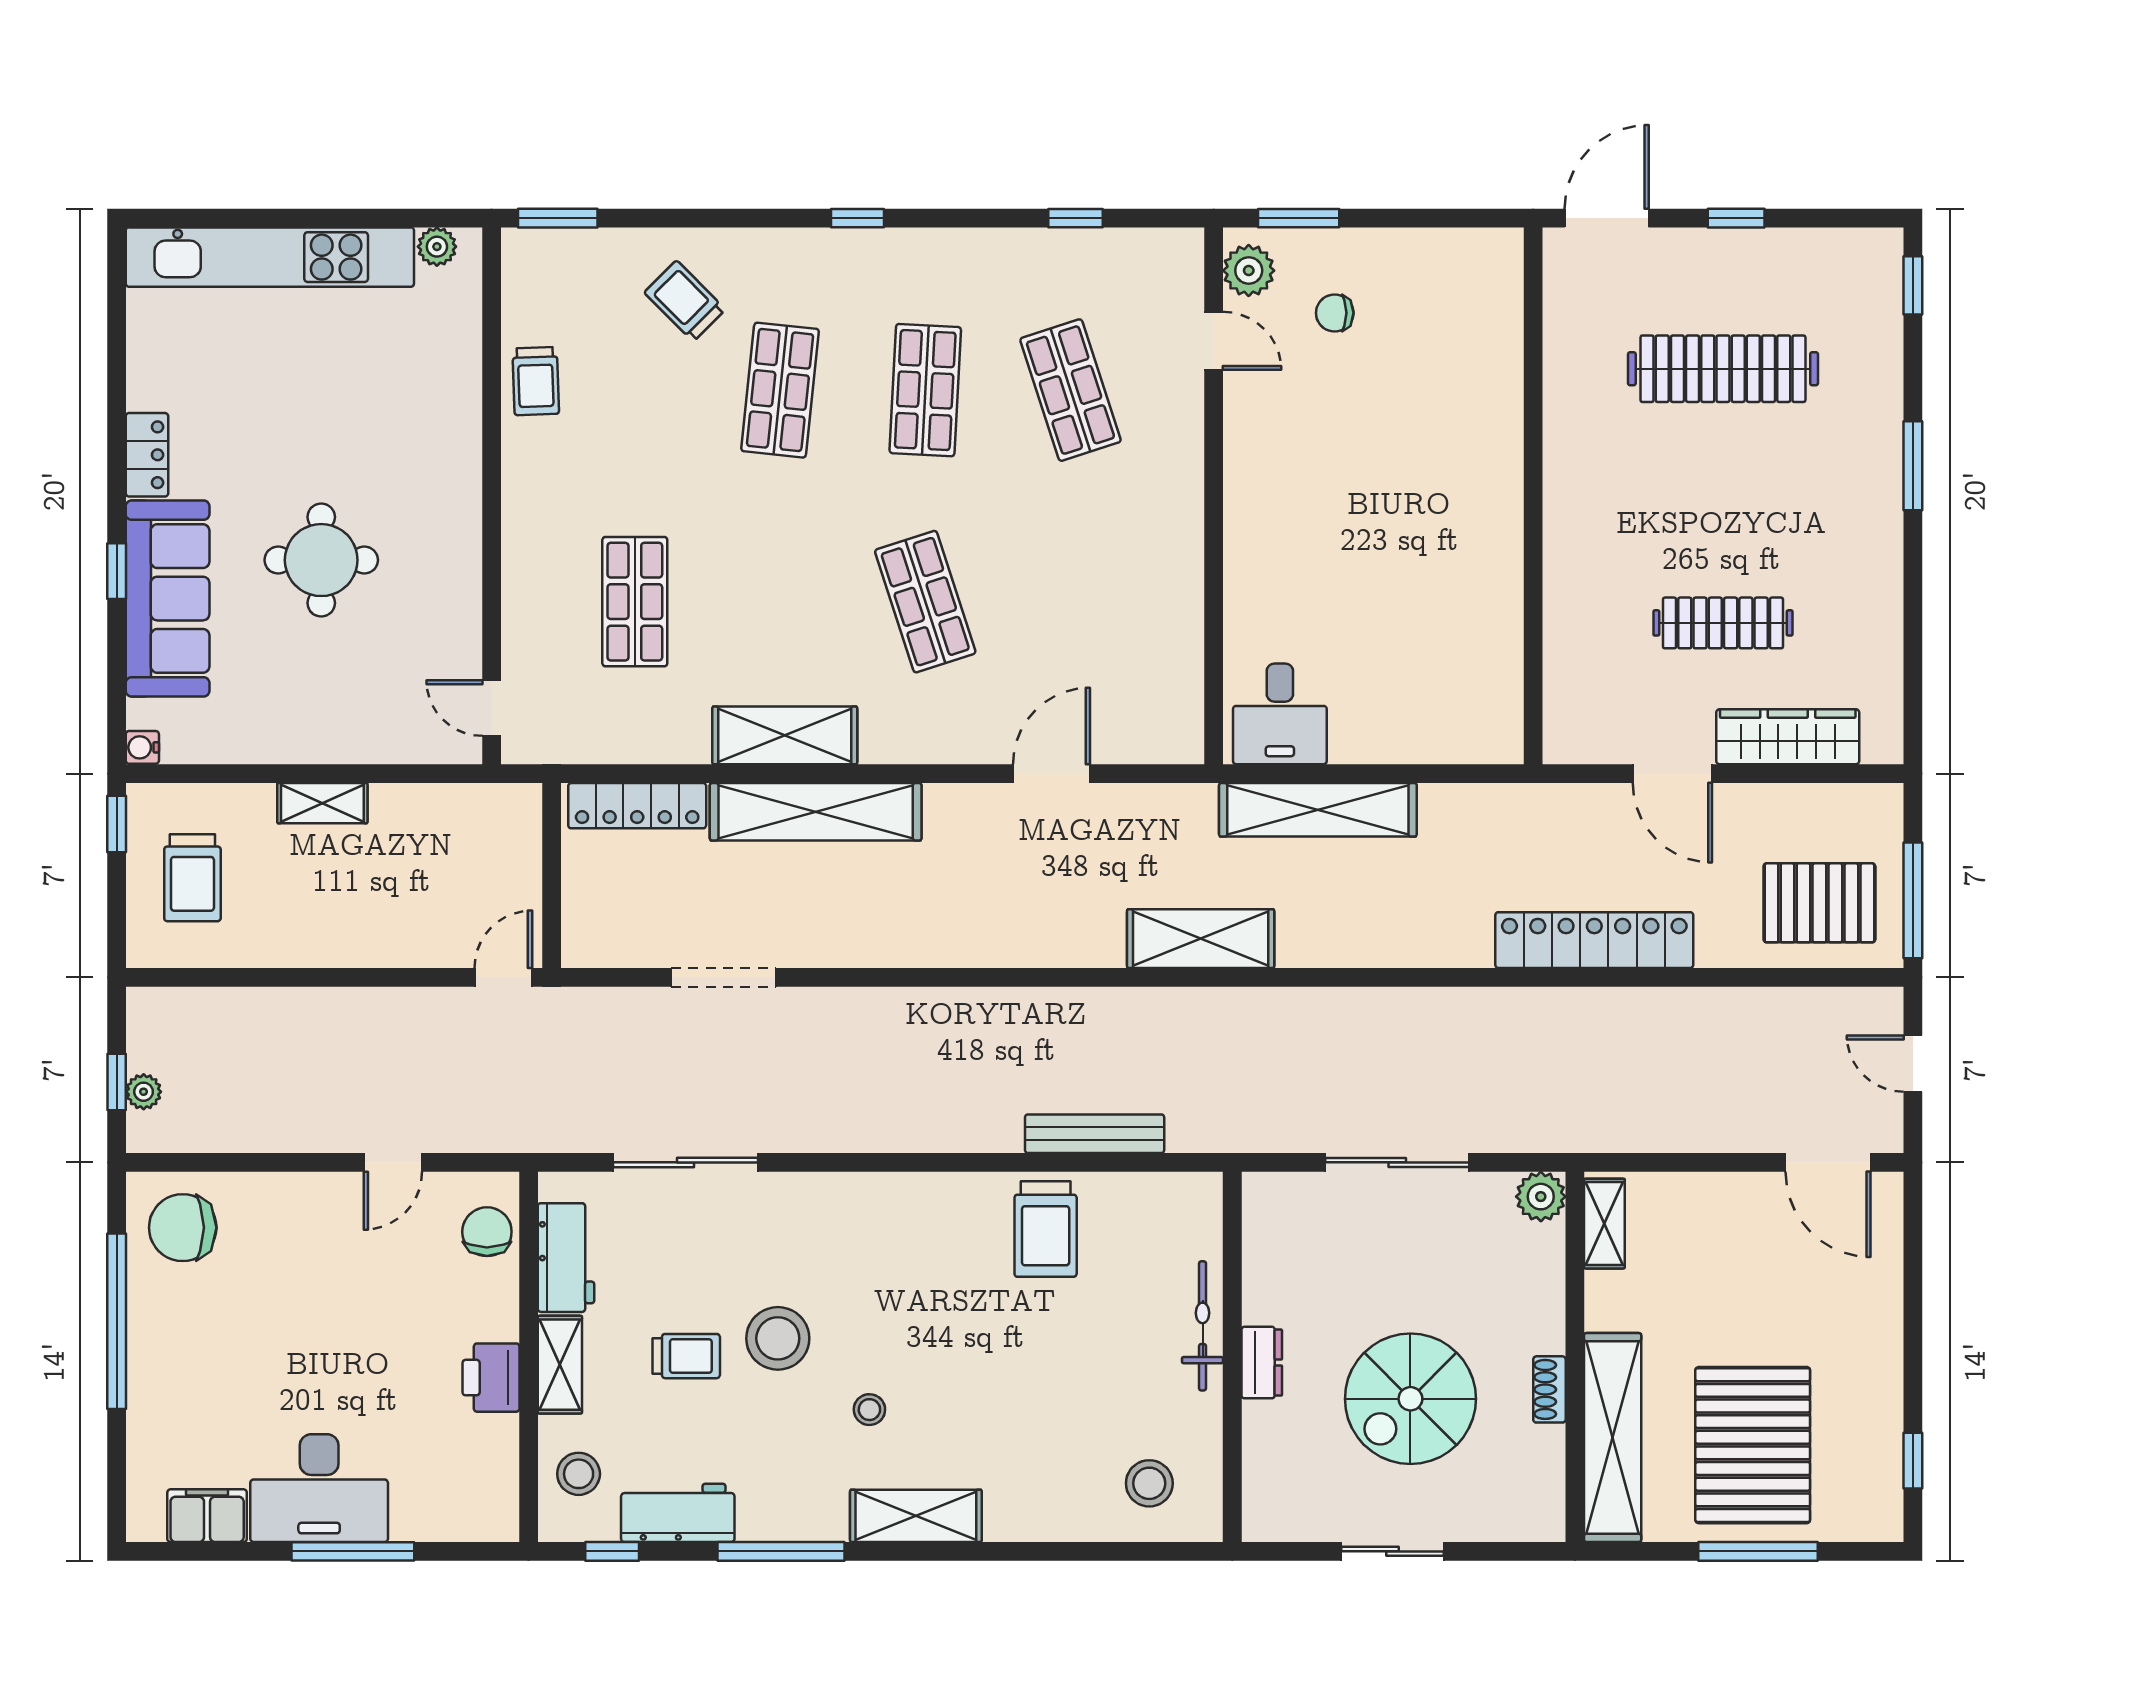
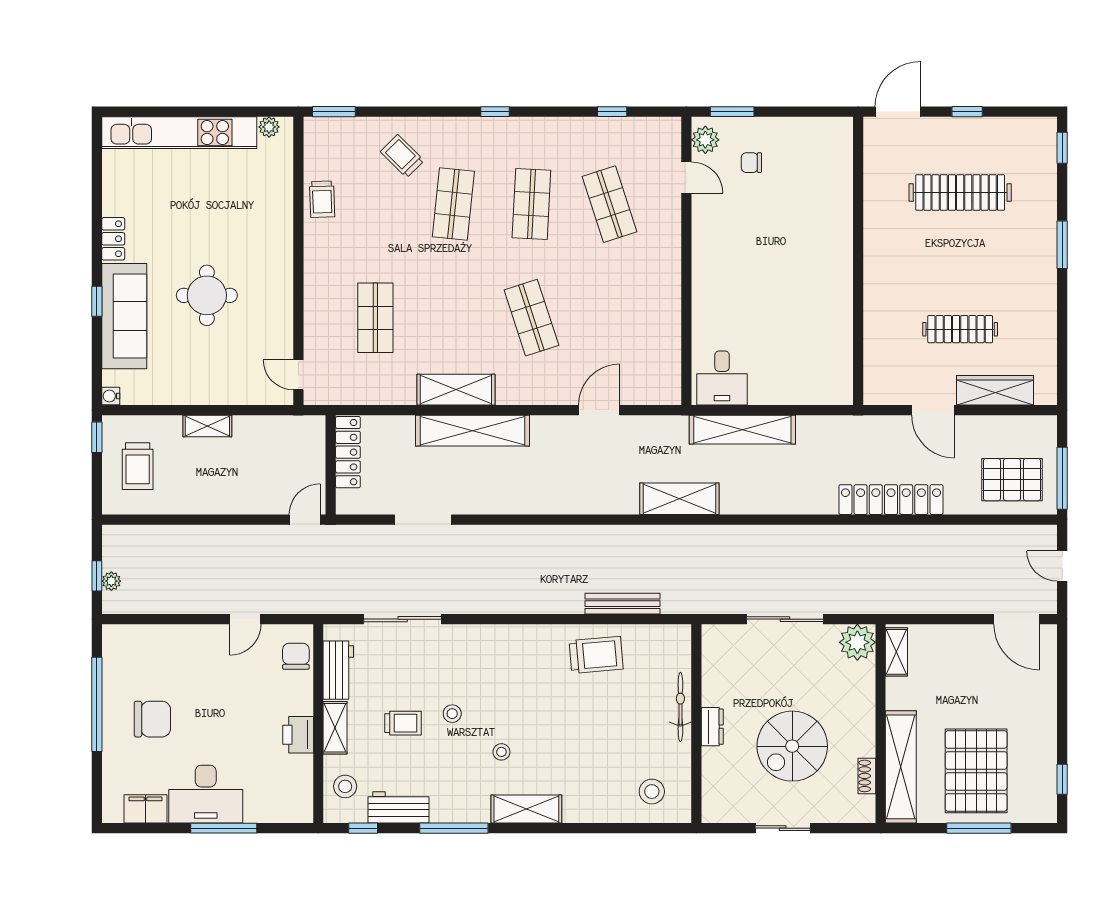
locker: (637, 806) -> (348, 452), moved, turned -90
plant: (1541, 1197) -> (857, 642), width x1.36, depth x1.36
chair: (183, 1228) -> (152, 719), moved, turned 180
trolley: (1046, 1229) -> (596, 655), turned -95
stool: (778, 1338) -> (452, 714), width x0.53, depth x0.53
shoe rack: (1549, 1389) -> (867, 776), moved

